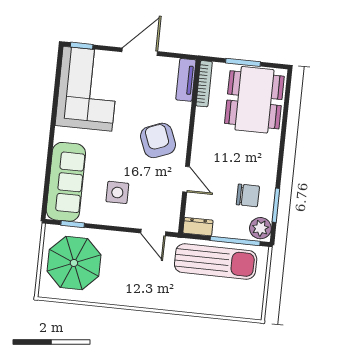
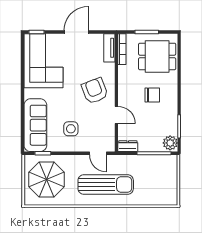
dining table: (254, 100) -> (157, 56), width x0.73
chair: (248, 195) -> (152, 95), moved
sun lounger: (216, 261) -> (106, 184), moved

